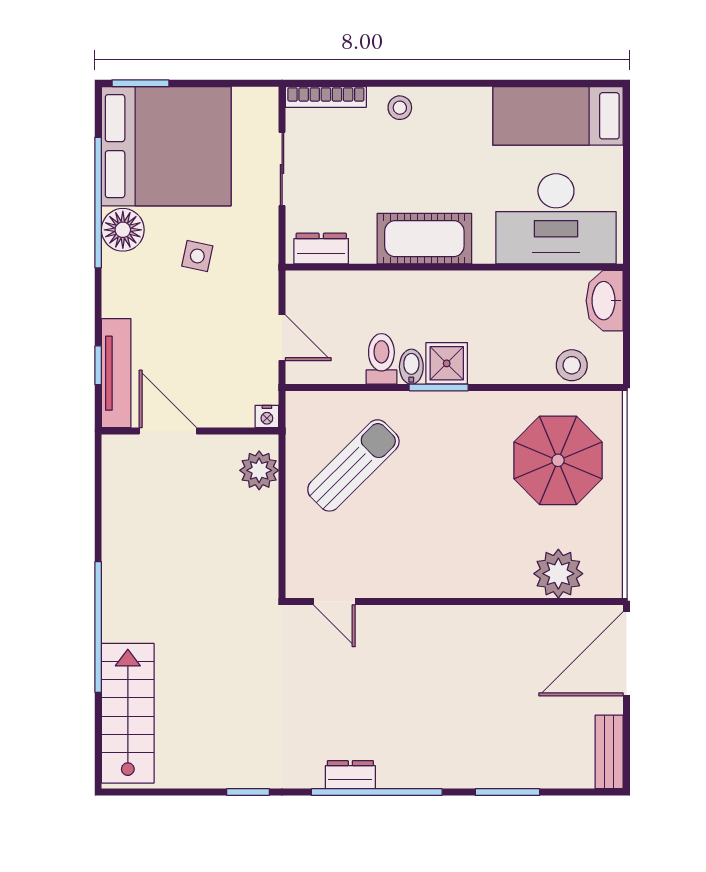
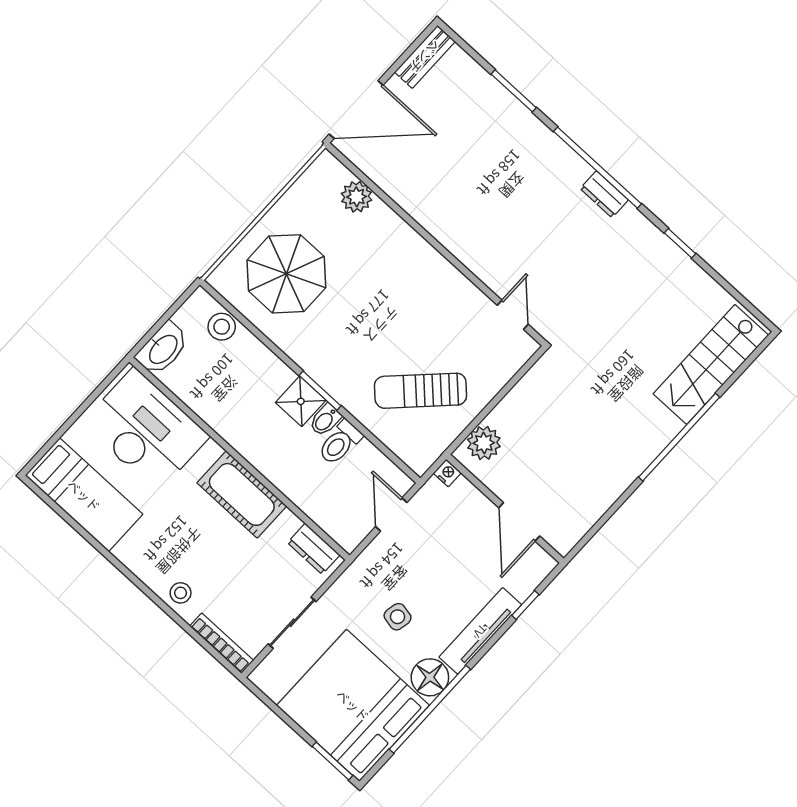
tv unit: (116, 373) -> (480, 631), moved
plant: (558, 574) -> (357, 197), width x0.73, depth x0.73

